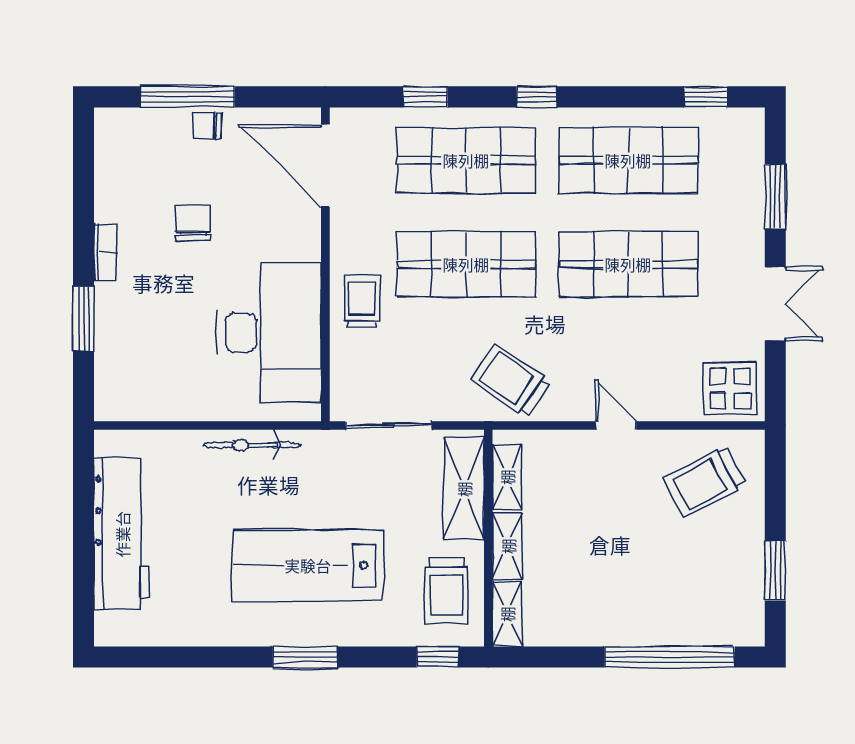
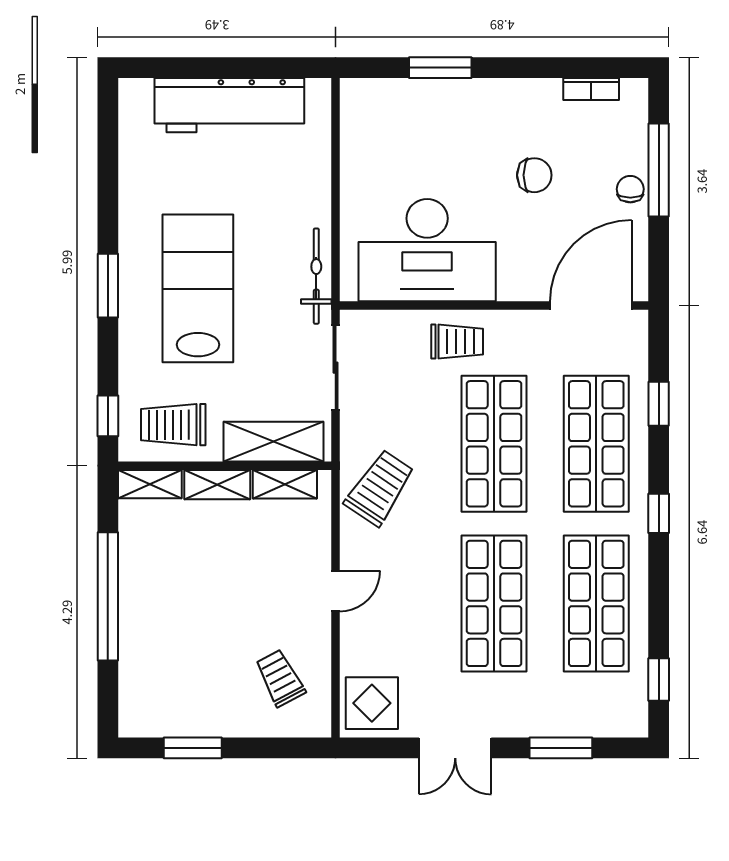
bookcase: (105, 252) -> (591, 89), moved
bicycle: (252, 445) -> (316, 276), moved
trolley: (704, 482) -> (280, 678), width x0.73, depth x0.72
window: (670, 657) -> (108, 596), moved

